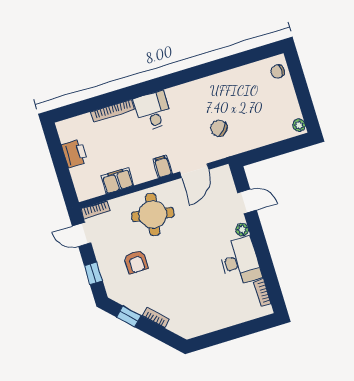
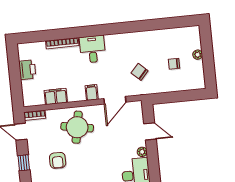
chair: (278, 71) -> (174, 64), moved
plant: (299, 125) -> (198, 55), moved

